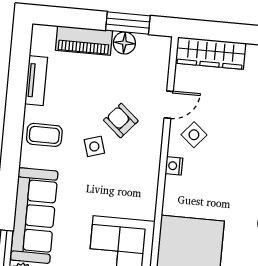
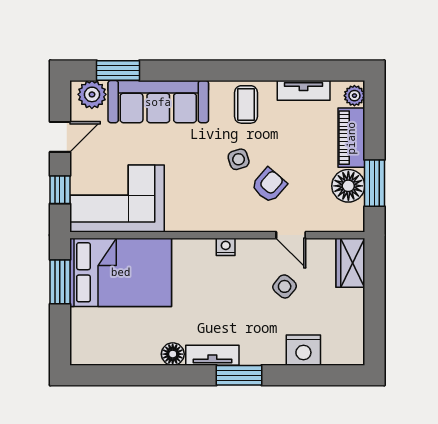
plant: (45, 34) -> (354, 96), added
floor lamp: (124, 43) -> (348, 186), width x1.38, depth x1.38
wardrobe: (211, 53) -> (350, 263), width x0.67
side table: (194, 135) -> (285, 286), moved

